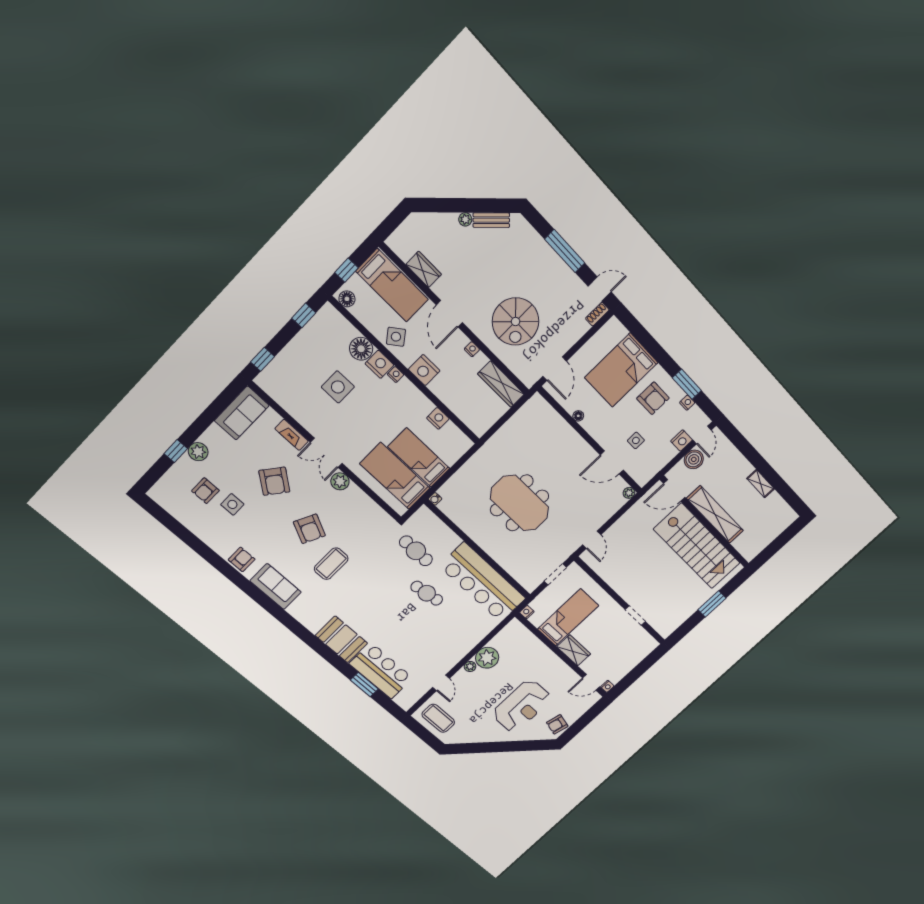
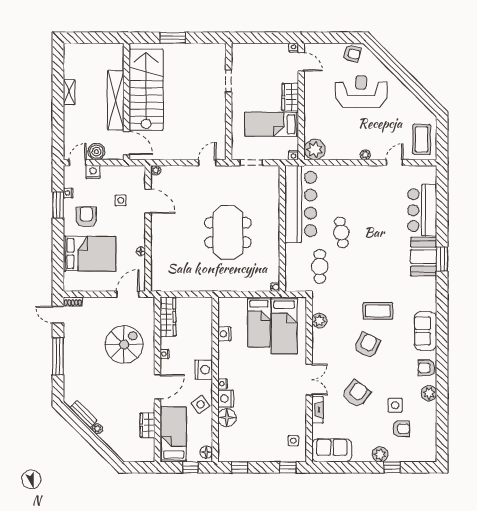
side table: (338, 387) -> (293, 441), moved, width x0.54, depth x0.54
plant: (340, 481) -> (319, 321), moved
plant: (216, 542) -> (429, 393), added
plant: (487, 658) -> (315, 150), moved
window: (364, 684) -> (442, 259), moved

